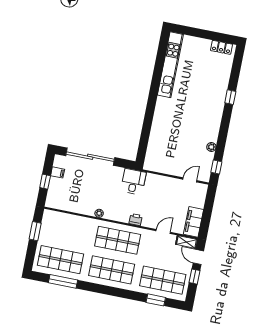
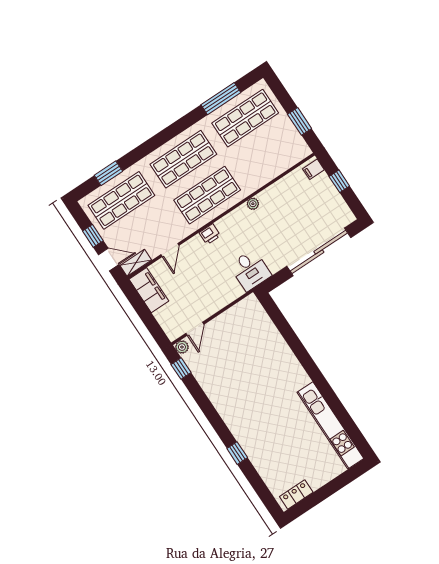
plant: (211, 147) -> (182, 347), moved
filing cabinet: (58, 172) -> (313, 169), moved

